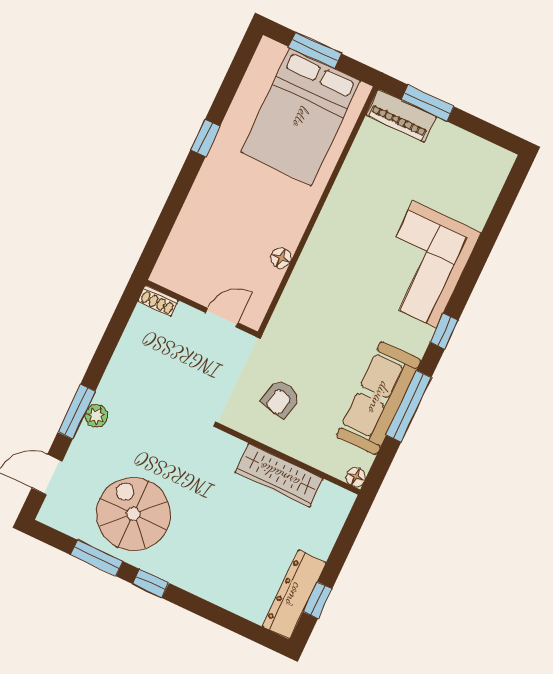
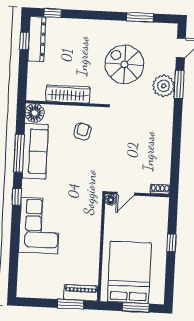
shoe rack: (158, 301) -> (160, 189), moved
wall: (202, 308) -> (137, 194), moved
door: (222, 318) -> (126, 194), moved
plant: (96, 416) -> (164, 86), width x1.88, depth x1.88
floor lamp: (356, 477) -> (35, 113), width x1.89, depth x1.89
spiral stairs: (133, 514) -> (124, 64), moved, turned 180
window: (151, 583) -> (53, 13), moved

